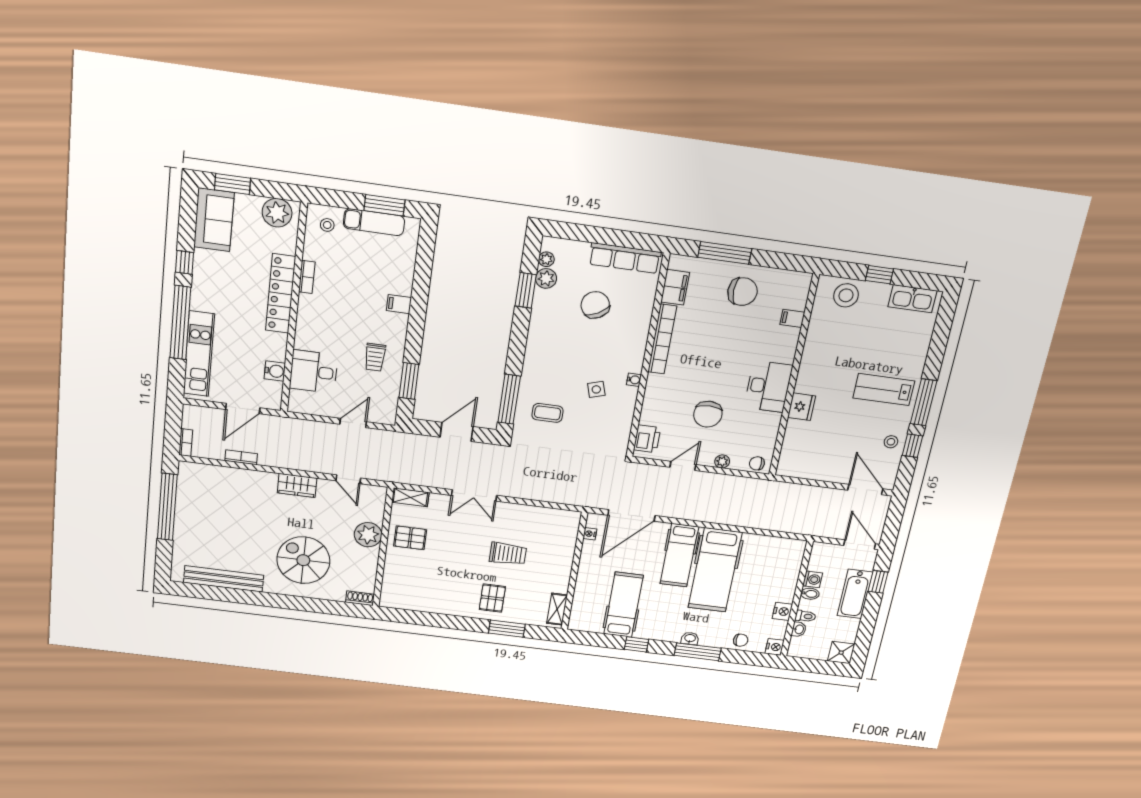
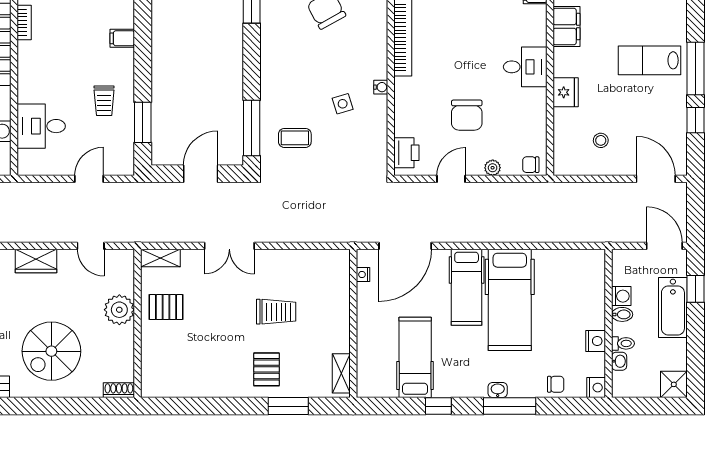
filing cabinet: (815, 350) -> (566, 27), added
desk: (768, 386) -> (525, 67), width x0.73
stool: (891, 442) -> (601, 140), moved
spiral stairs: (303, 560) -> (51, 351), turned -90

